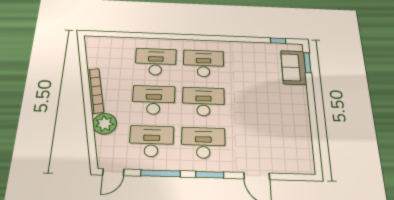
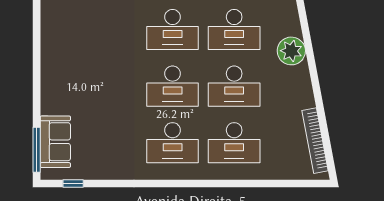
window: (307, 63) -> (37, 150), width x1.44
bookcase: (95, 91) -> (315, 141), moved

